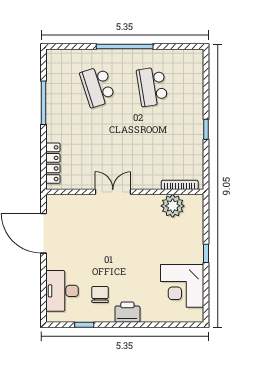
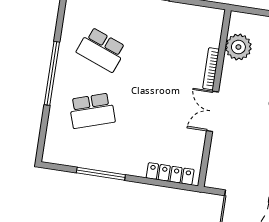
school desk: (152, 87) -> (101, 50), turned 30
bookcase: (180, 185) -> (211, 69), moved

